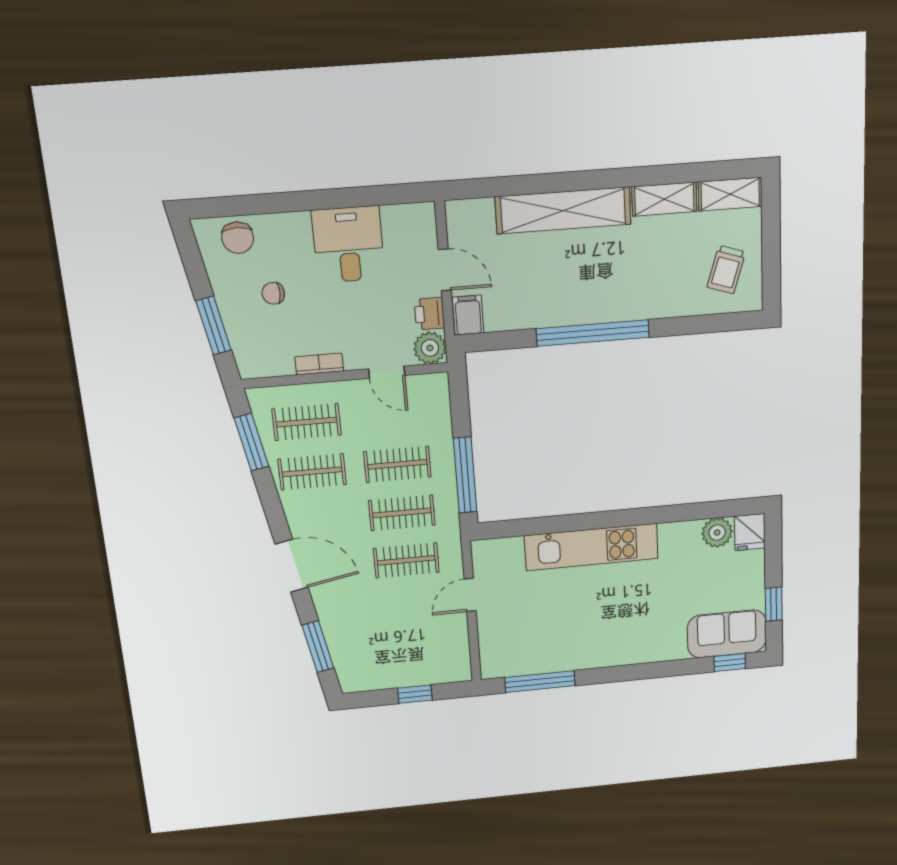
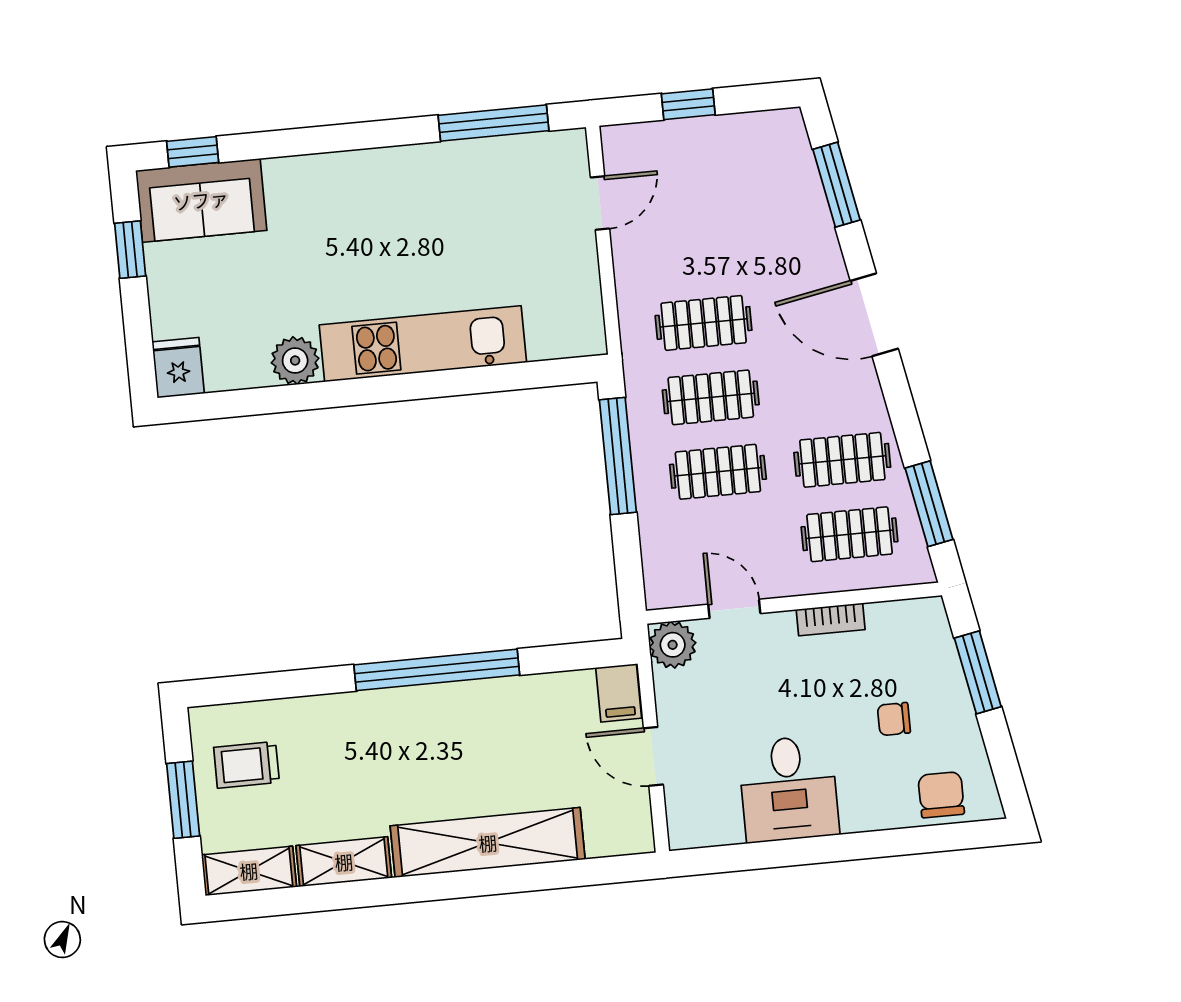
window: (771, 246) -> (183, 800), added
trolley: (726, 270) -> (246, 765), turned -108
chair: (273, 293) -> (894, 719), turned 180
printer: (429, 314) -> (674, 694), removed
plant: (717, 533) -> (295, 361), moved
door: (470, 595) -> (600, 203), moved

